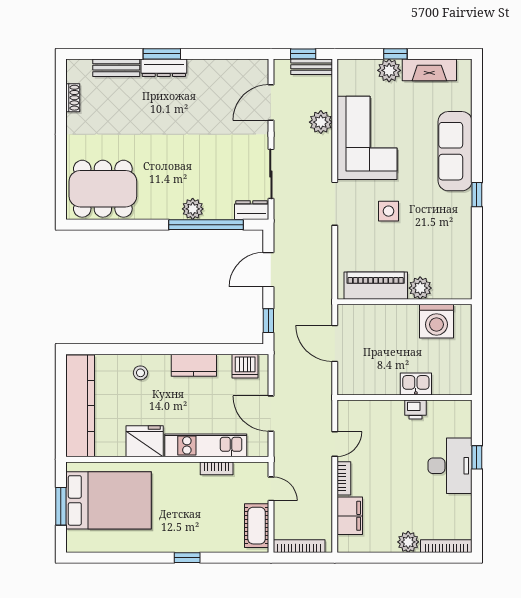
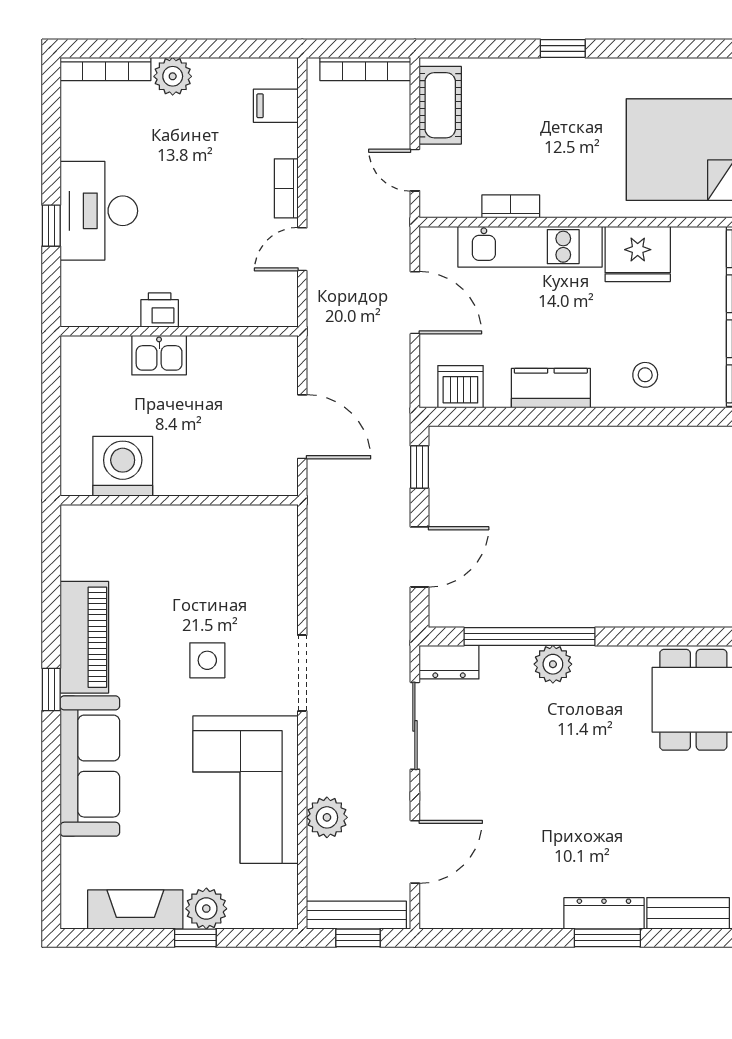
bench: (312, 67) -> (356, 915), width x1.36
piano: (376, 286) -> (84, 637), moved, turned -90
plant: (420, 288) -> (151, 525), removed
filing cabinet: (350, 516) -> (276, 106), width x0.50

